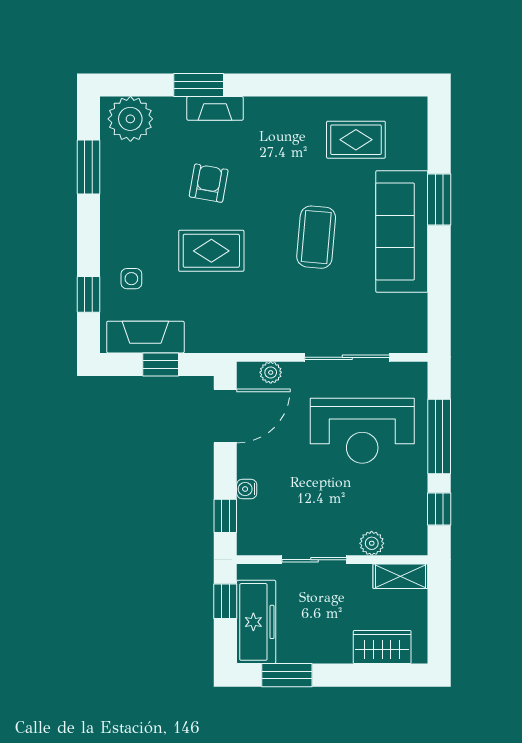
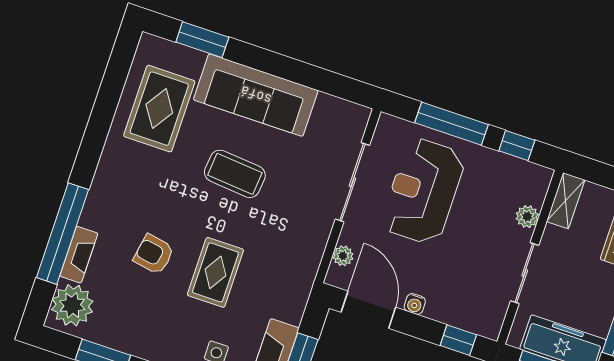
window: (199, 85) -> (62, 234), width x2.11
fireplace: (215, 108) -> (79, 255), moved
rug: (356, 140) -> (159, 109), width x1.36, depth x1.43
window: (439, 199) -> (202, 40), moved
reception desk: (362, 431) -> (423, 191), turned 180
water cooler: (247, 489) -> (415, 304), moved

